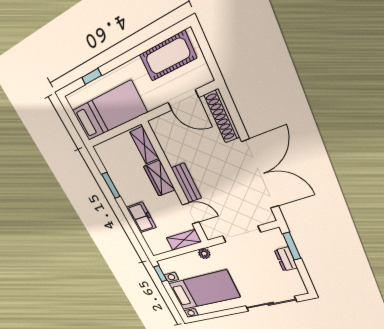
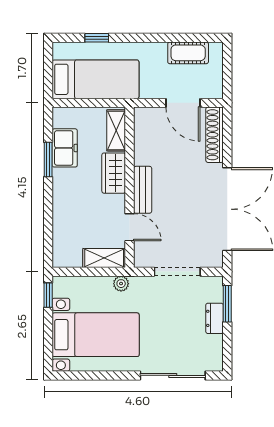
cot: (168, 56) -> (188, 53), width x0.73, depth x0.75
freezer: (141, 217) -> (65, 148), moved

